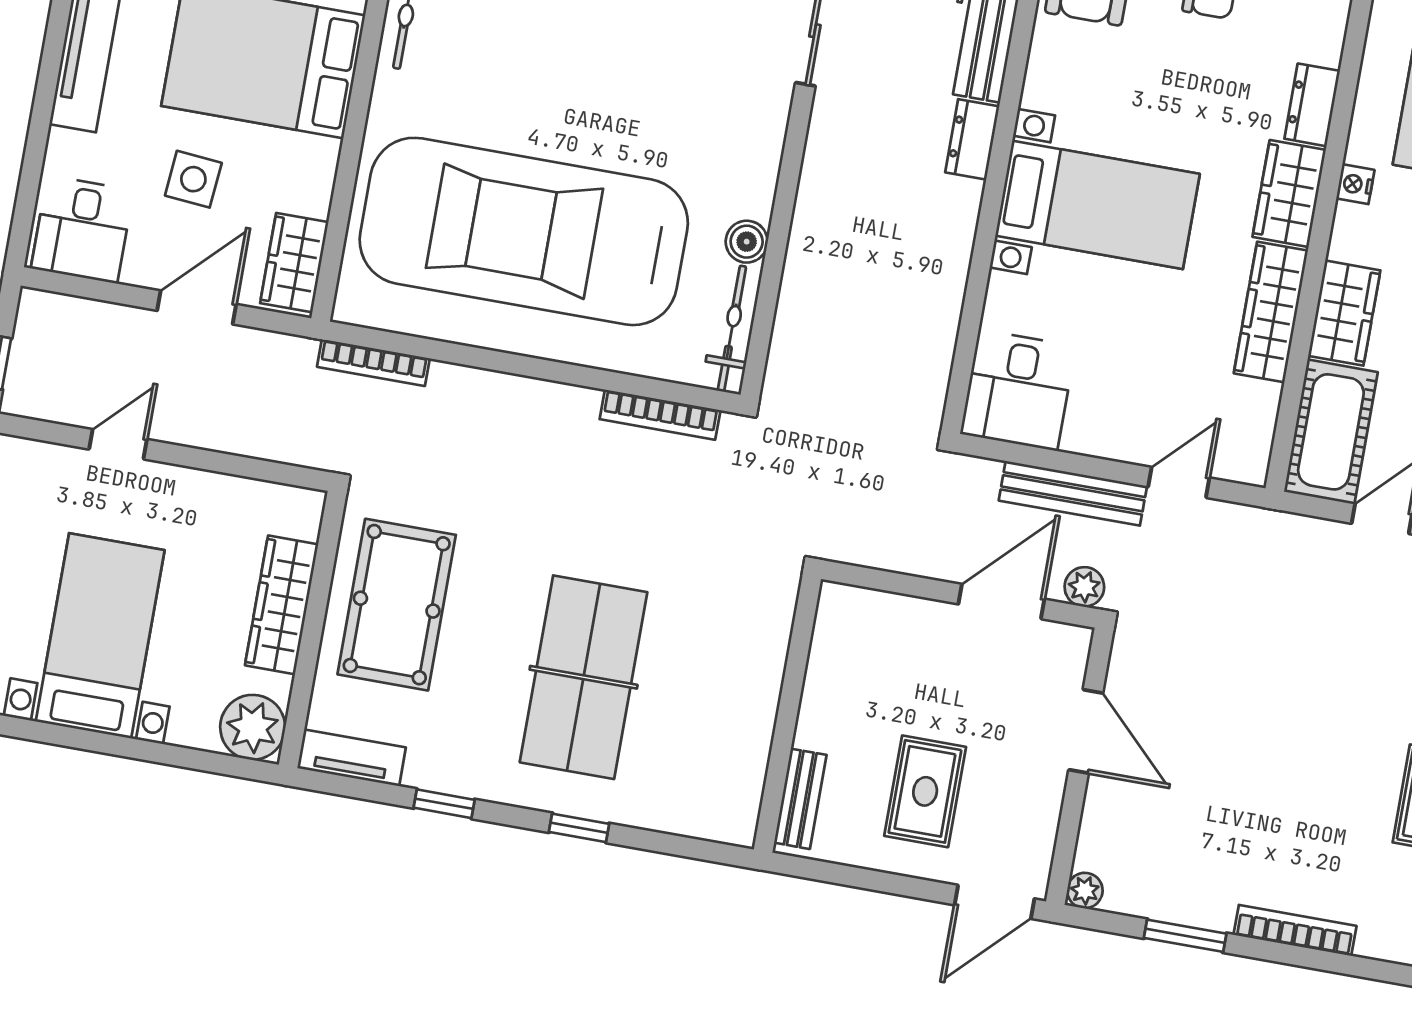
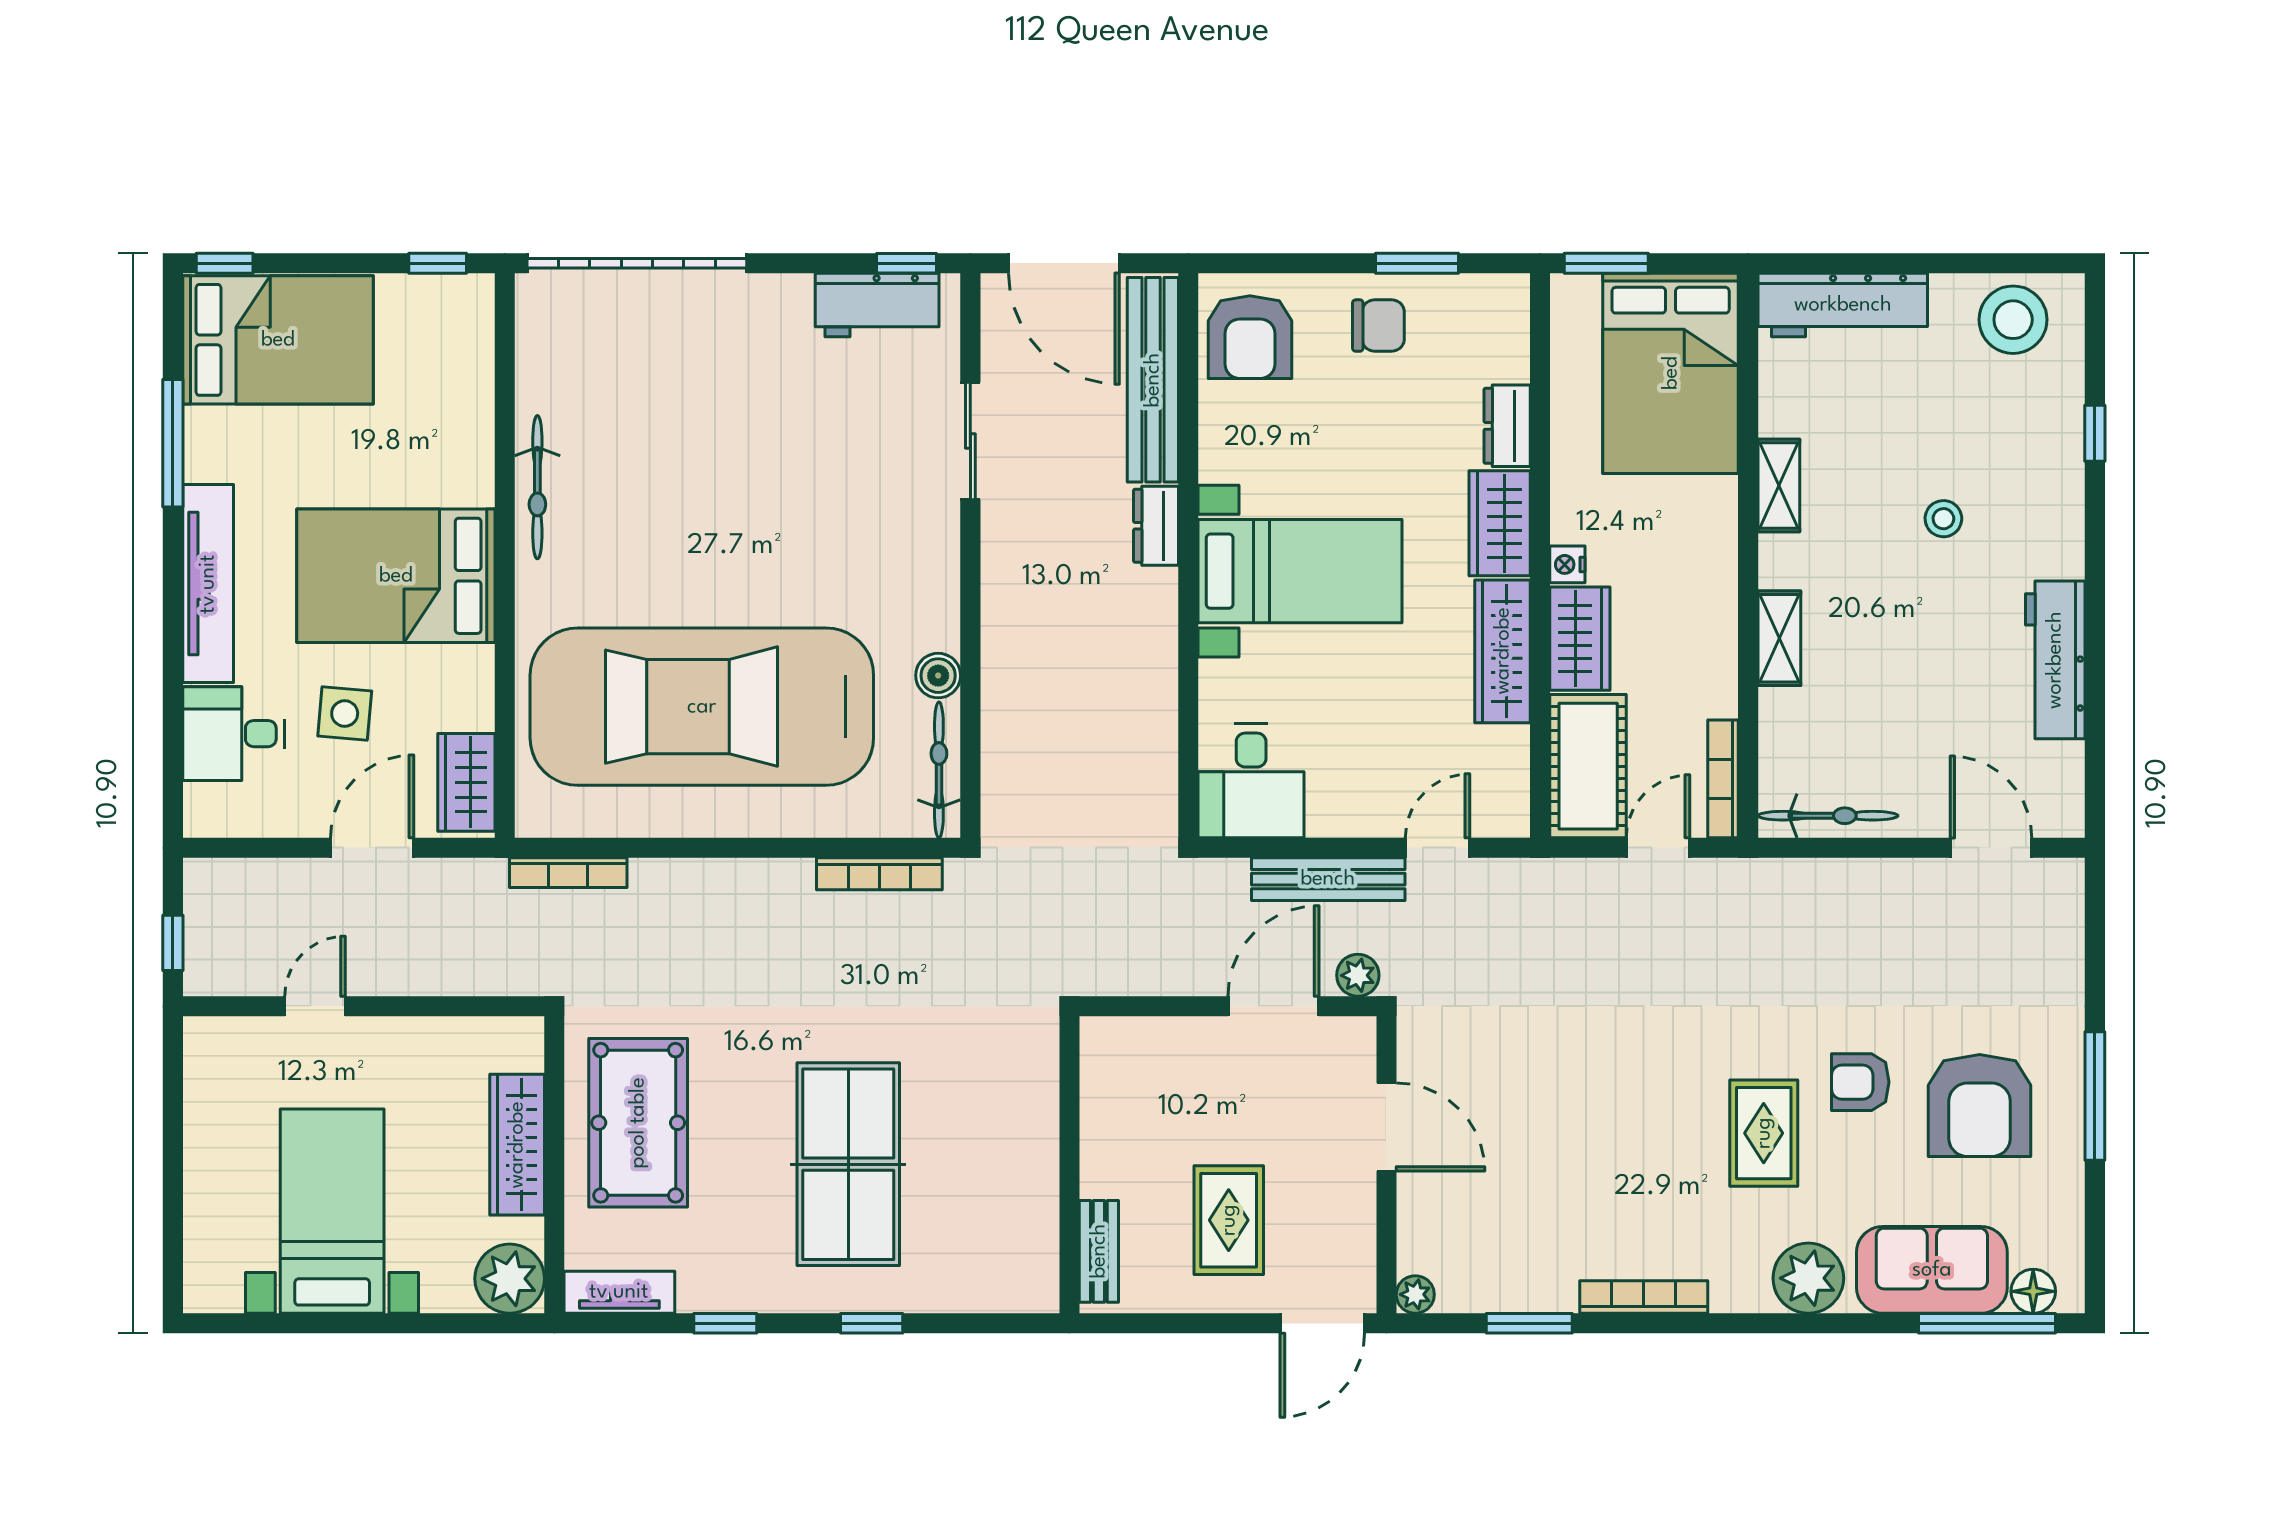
nightstand: (1355, 184) -> (1567, 564), moved
desk: (82, 229) -> (233, 734), moved, turned 90

